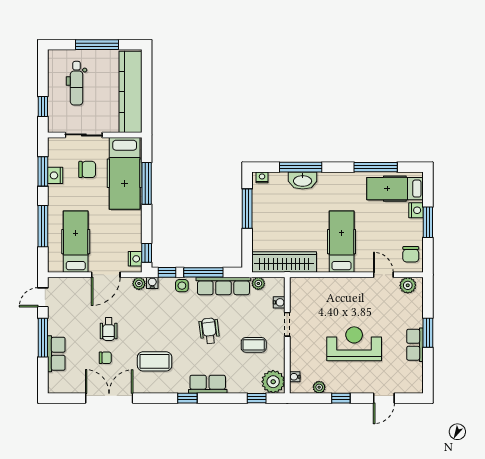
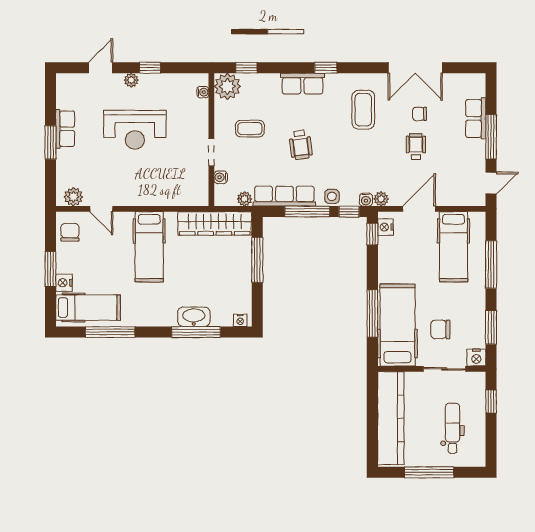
nightstand: (55, 175) -> (476, 358), moved, turned 90
window: (247, 209) -> (257, 260), moved
coffee table: (155, 361) -> (363, 110), turned 90
plant: (319, 387) -> (131, 80), moved

